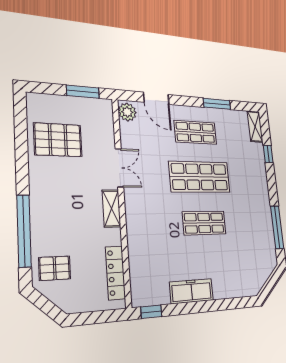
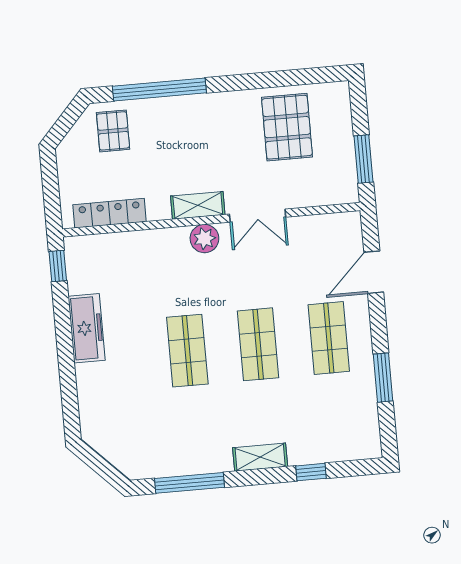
plant: (127, 112) -> (204, 239), moved
shelving: (255, 127) -> (260, 457), moved
shop shelf: (200, 177) -> (258, 344), width x0.70, depth x0.74

